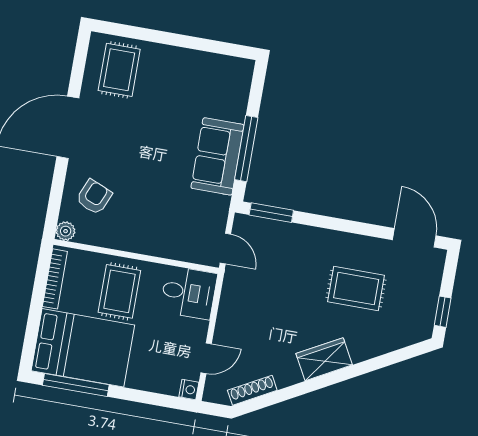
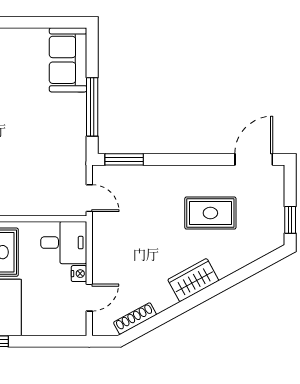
sofa: (218, 156) -> (68, 60), moved
door: (414, 238) -> (254, 159), hinge flipped
nightstand: (189, 390) -> (79, 274), moved

